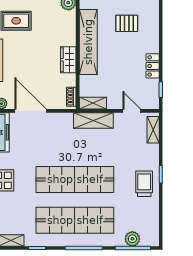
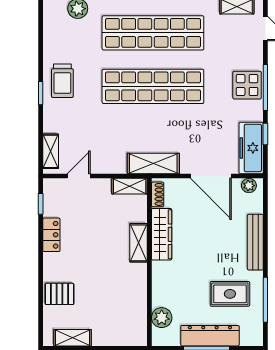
pallet: (127, 23) -> (59, 294), moved
shelving: (88, 42) -> (138, 243), width x0.45, depth x0.75
wardrobe: (68, 60) -> (162, 234), width x1.50
door: (132, 111) -> (79, 176), swing flipped
shelving: (93, 120) -> (153, 163), moved

